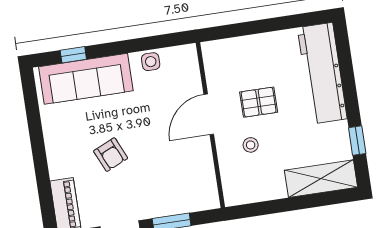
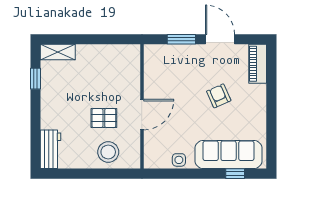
workbench: (322, 73) -> (50, 149), width x0.53, depth x0.76
stool: (251, 145) -> (108, 152), moved, width x1.89, depth x1.89
shelving: (321, 179) -> (58, 52), width x0.67, depth x0.75

